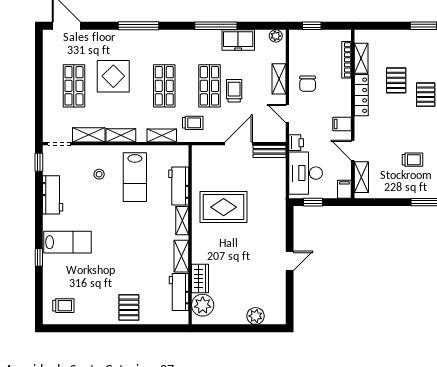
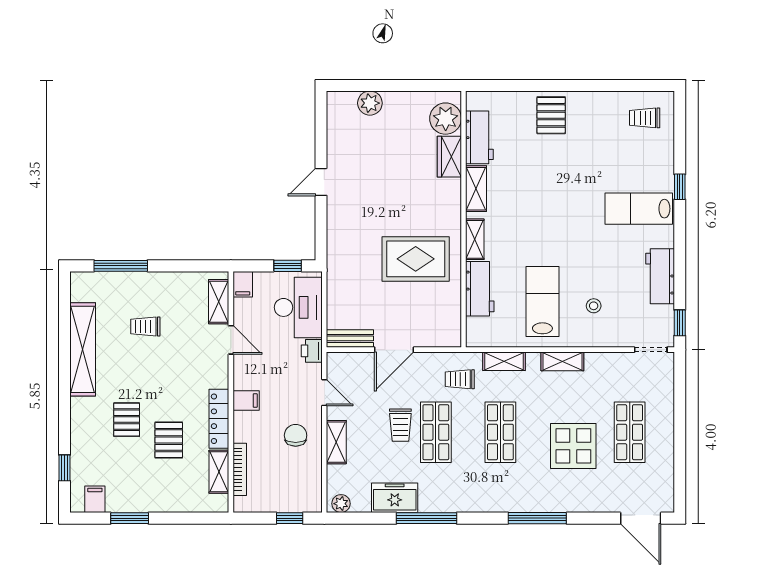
filing cabinet: (342, 124) -> (246, 400), moved
shelving: (89, 135) -> (608, 362), removed

